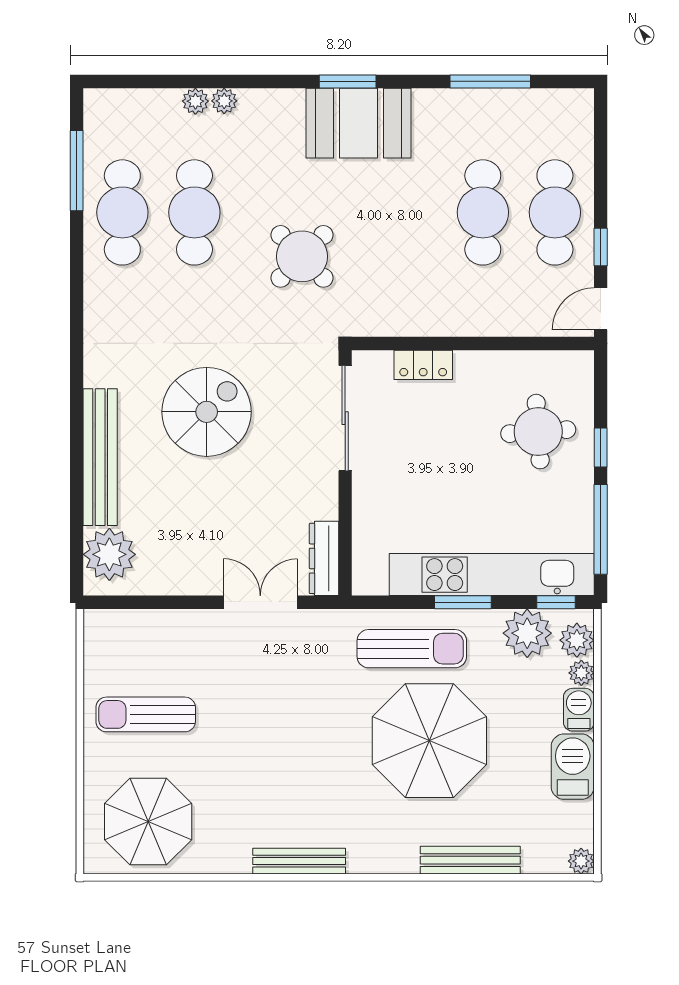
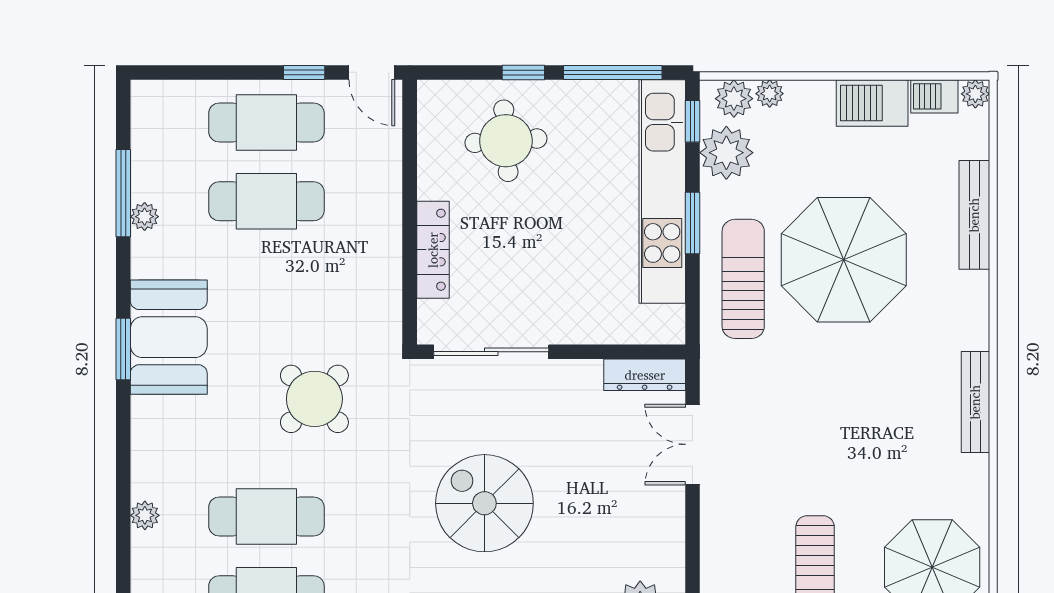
plant: (224, 101) -> (145, 217), moved
locker: (423, 365) -> (433, 250), width x1.53
barbecue: (579, 710) -> (934, 96), moved

